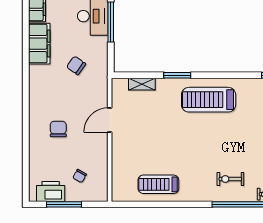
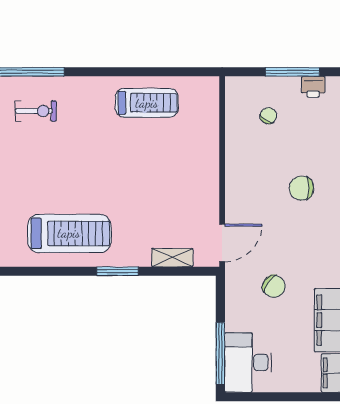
door: (110, 120) -> (222, 243), moved
chair: (58, 129) -> (301, 188), turned 90
printer: (51, 191) -> (313, 87), width x0.53, depth x0.68

